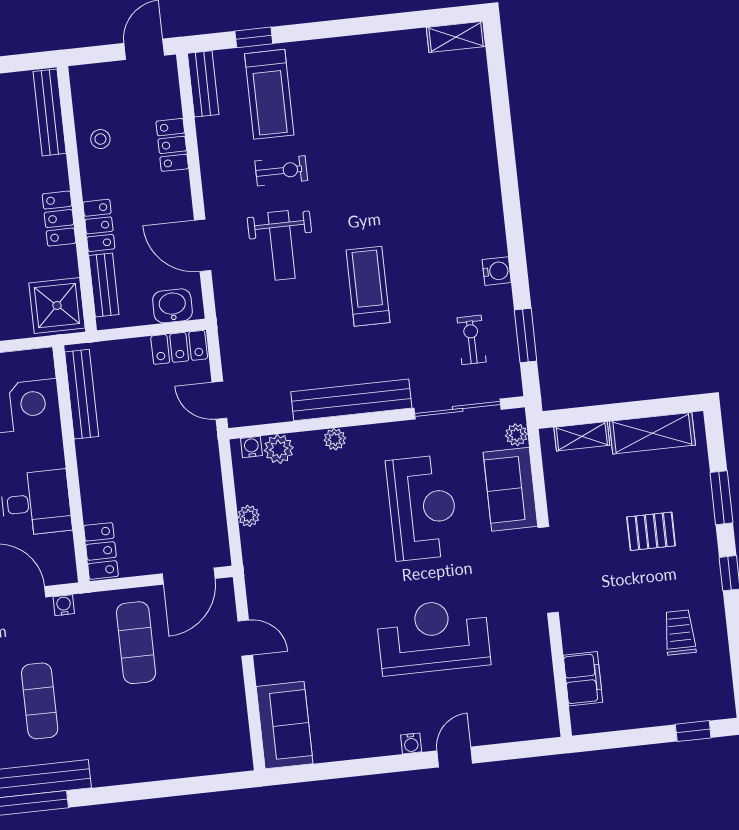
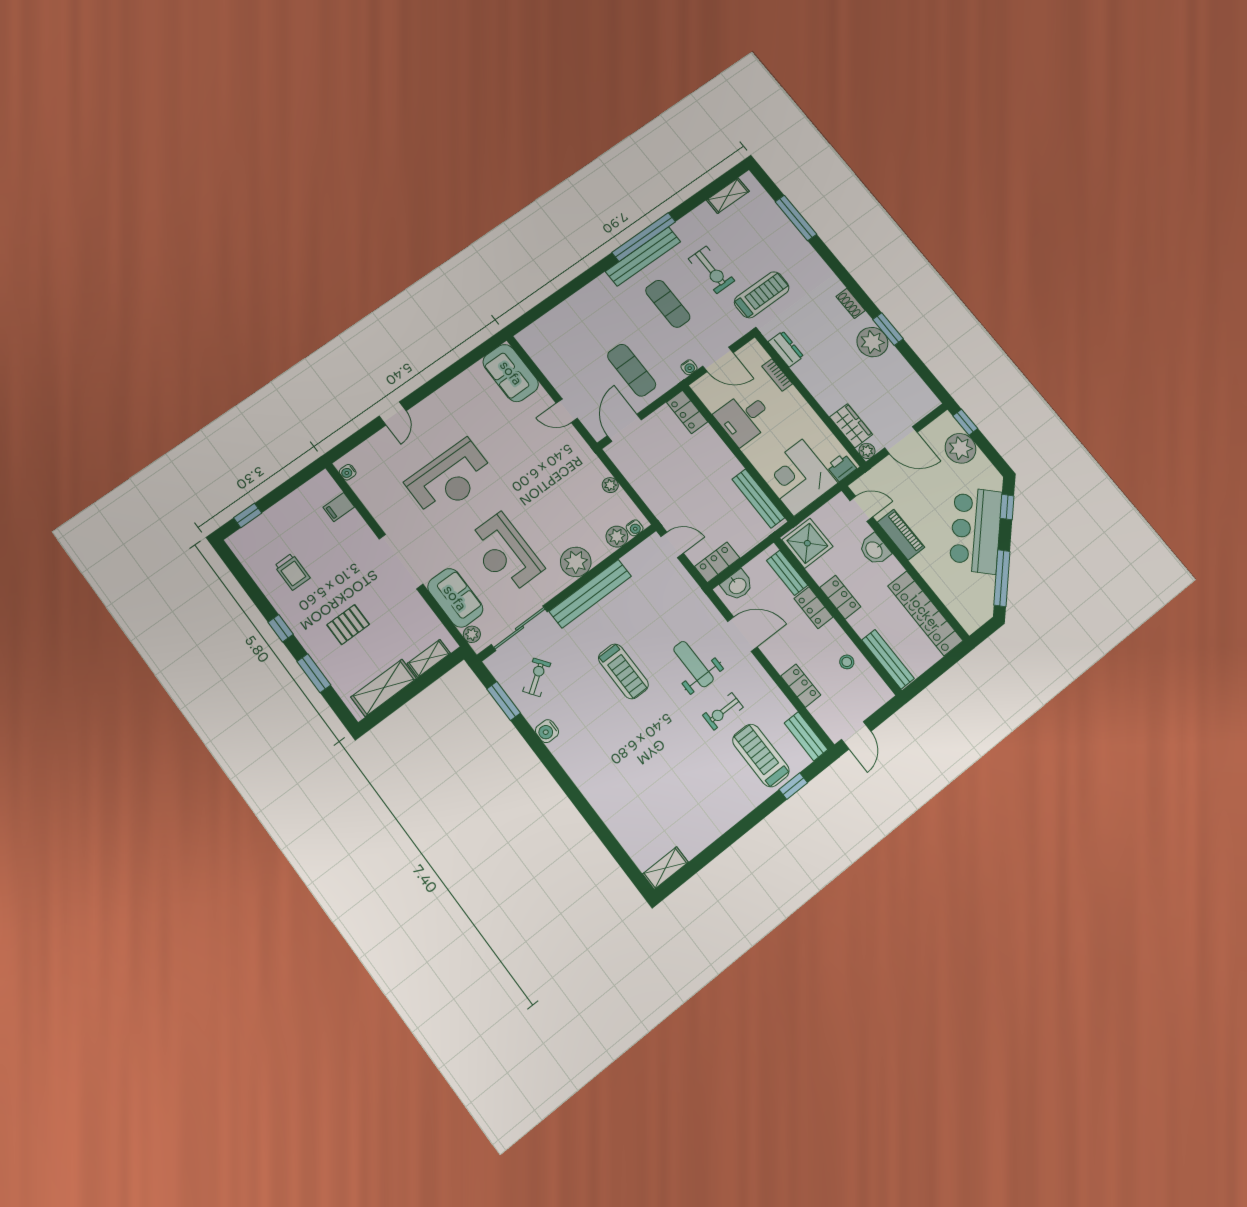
exercise bike: (472, 340) -> (537, 677), turned -125
plant: (335, 439) -> (576, 562), width x1.88, depth x1.88
filing cabinet: (583, 679) -> (339, 507), width x0.50
water cooler: (411, 743) -> (348, 472), moved, turned -90

